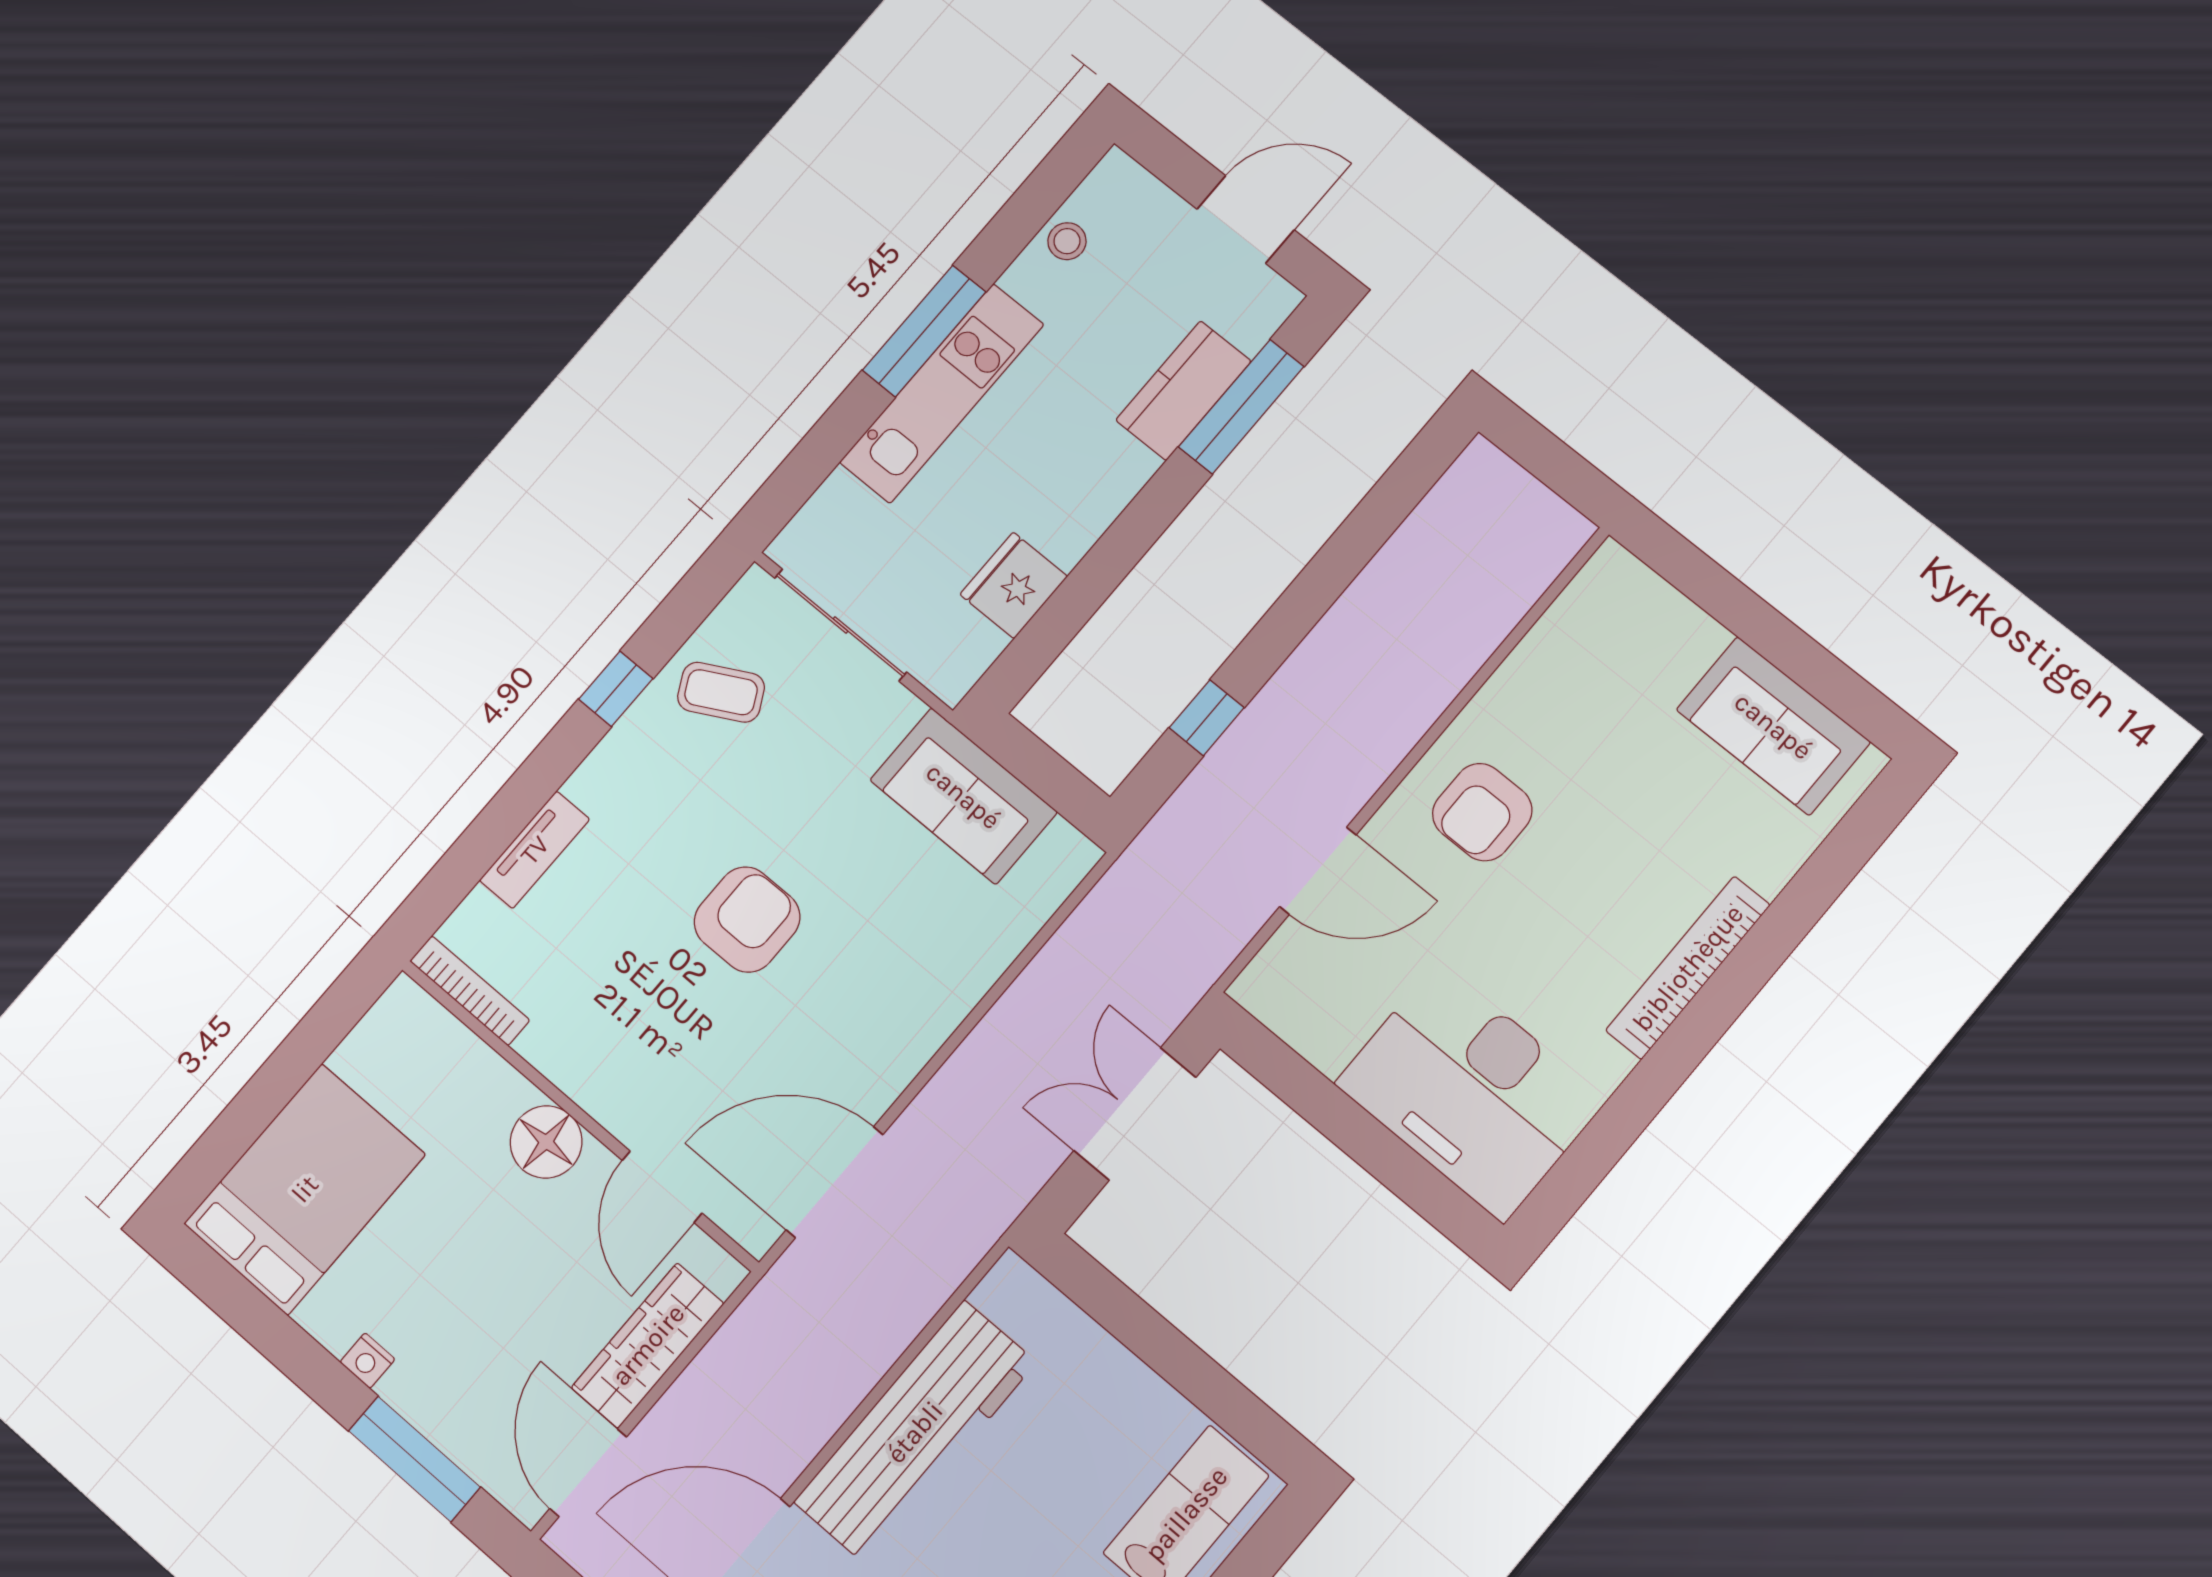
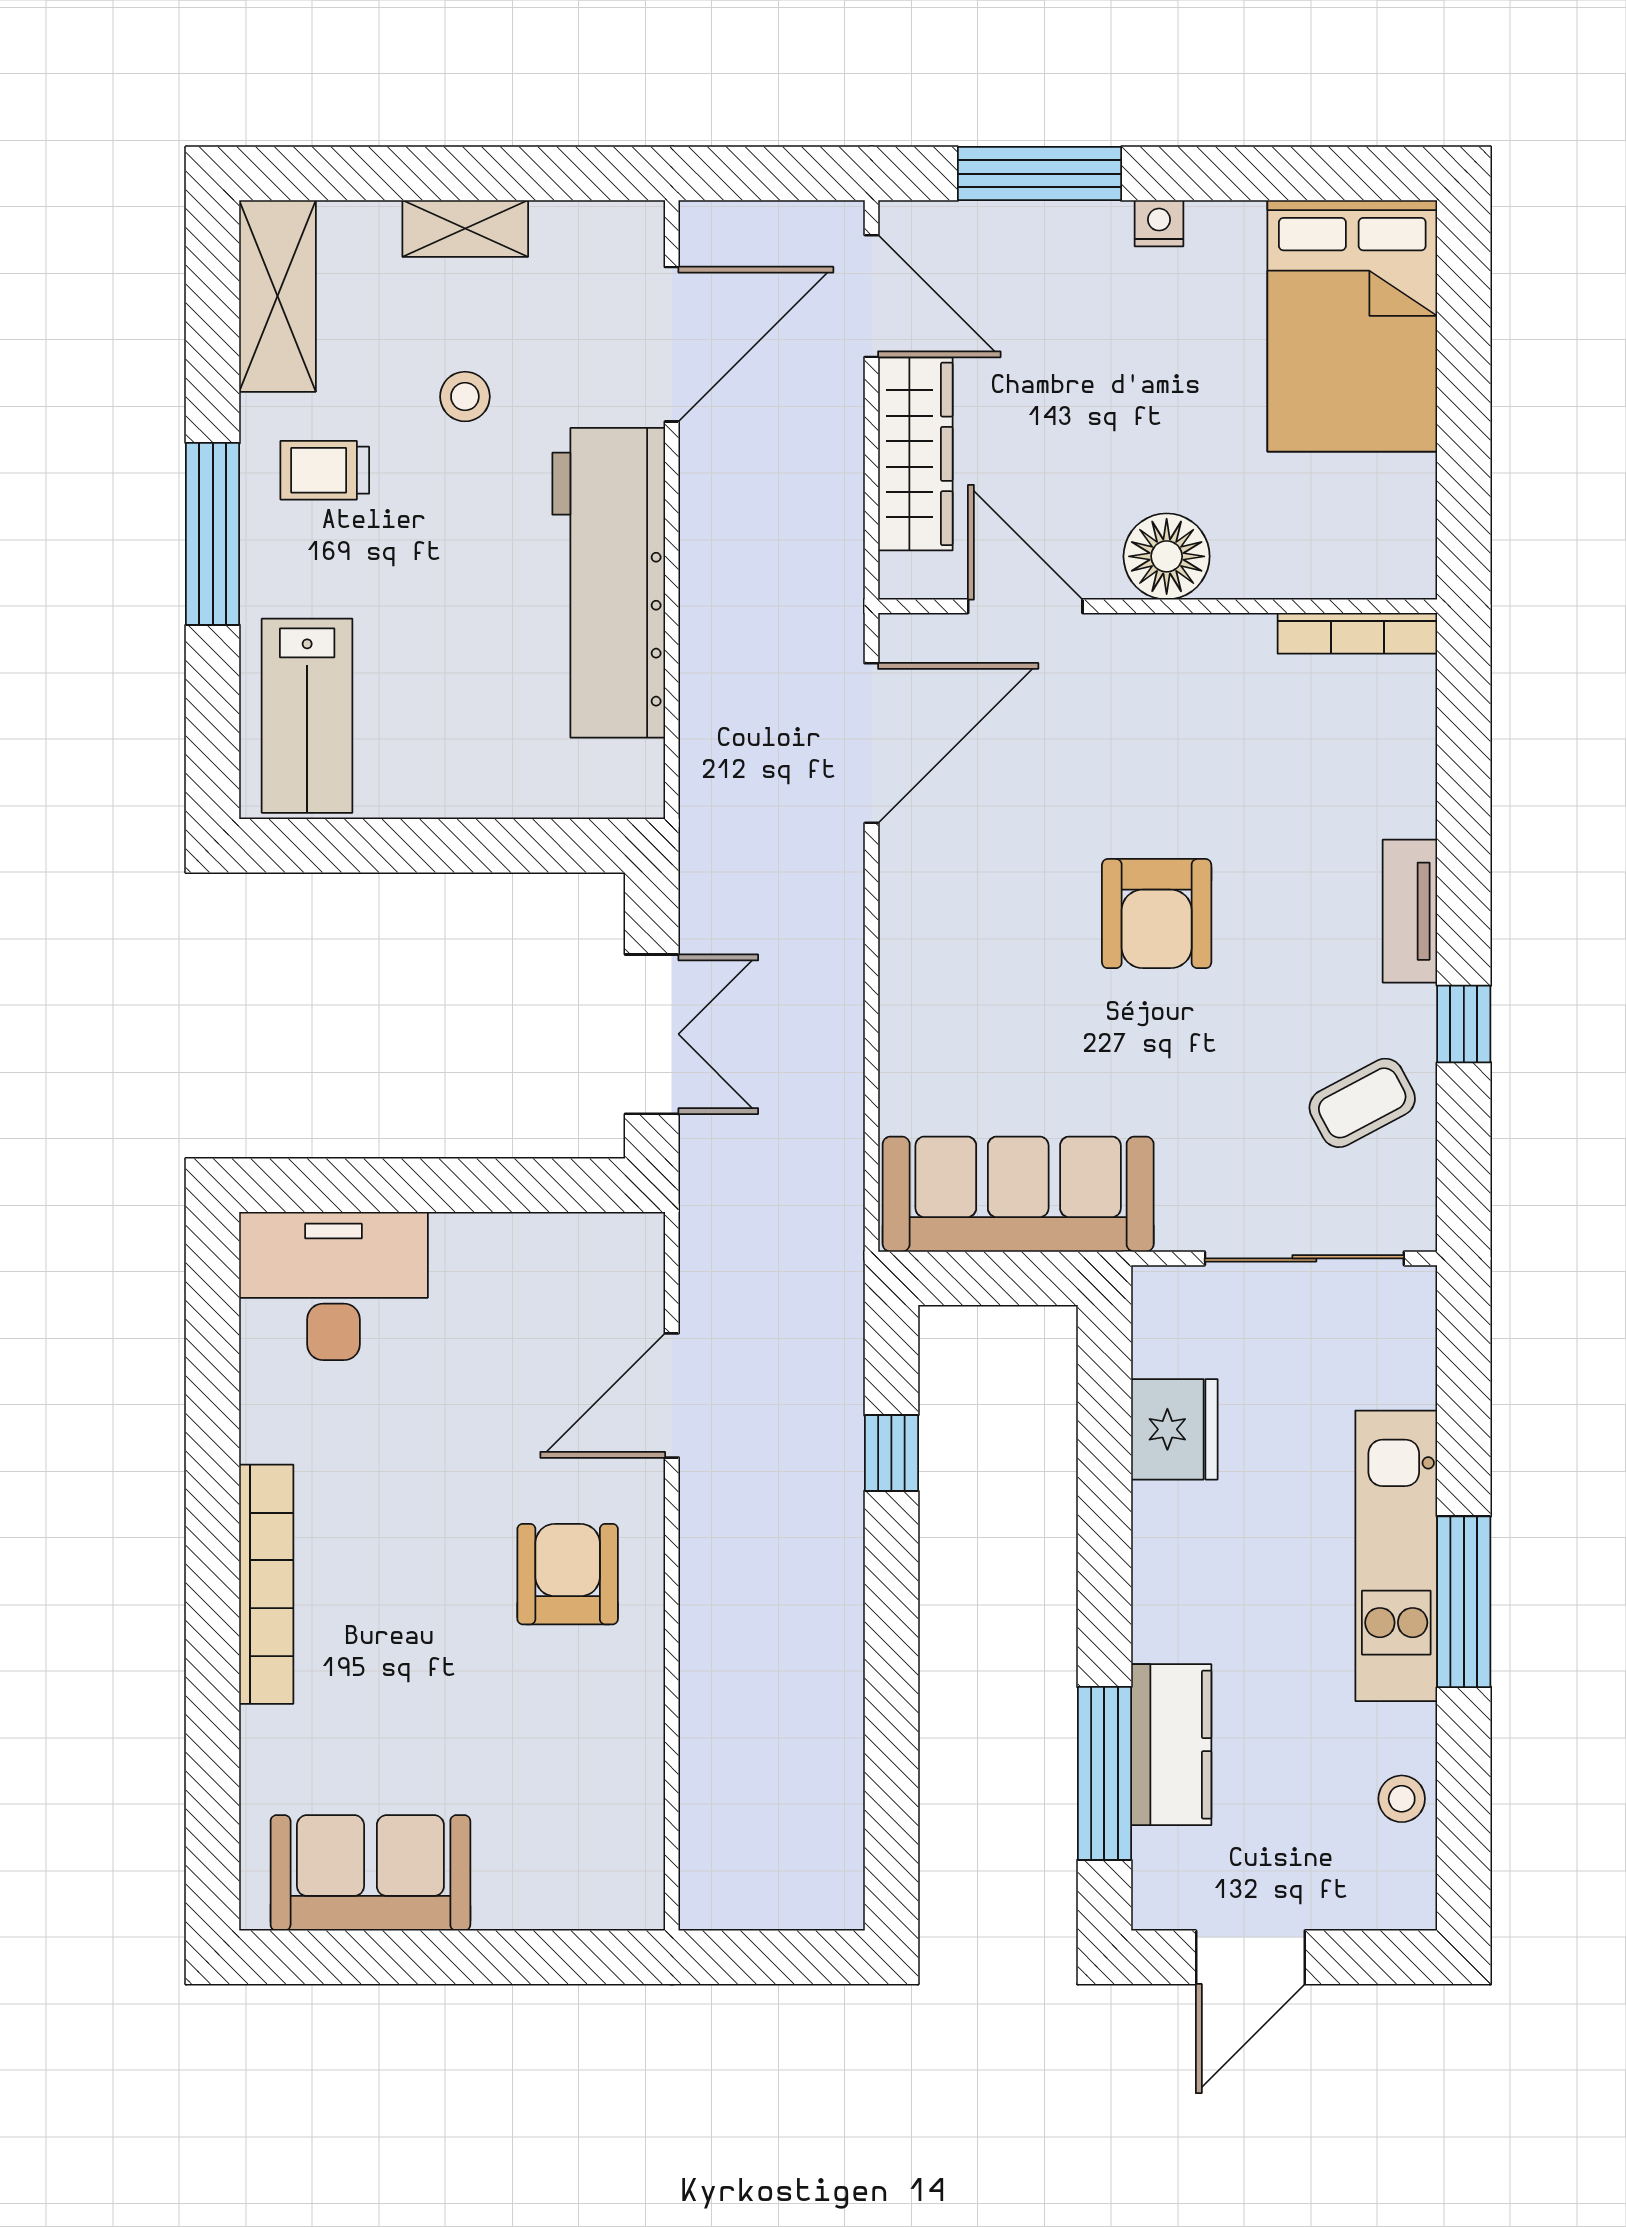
sofa: (963, 796) -> (1018, 1194), width x1.36
tv unit: (535, 850) -> (1410, 911), moved
desk: (1471, 1091) -> (333, 1286), width x0.73, depth x0.77

